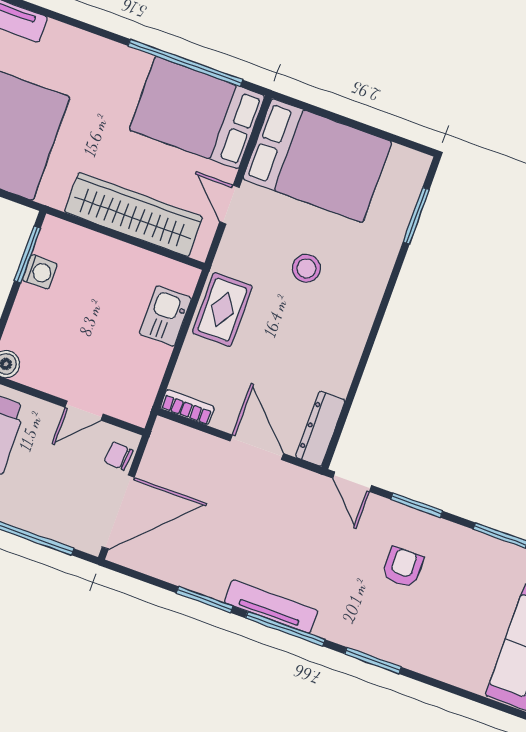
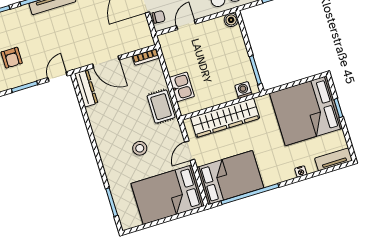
nightstand: (77, 38) -> (301, 172), added
door: (230, 205) -> (190, 151), swing flipped
washing machine: (40, 272) -> (243, 90), moved, turned 90
door: (352, 482) -> (57, 77), hinge flipped

